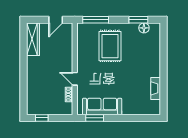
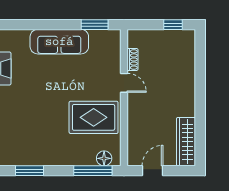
floor lamp: (144, 28) -> (104, 158), moved
rug: (110, 46) -> (94, 117), moved, turned 90
sofa: (102, 106) -> (59, 42), moved

